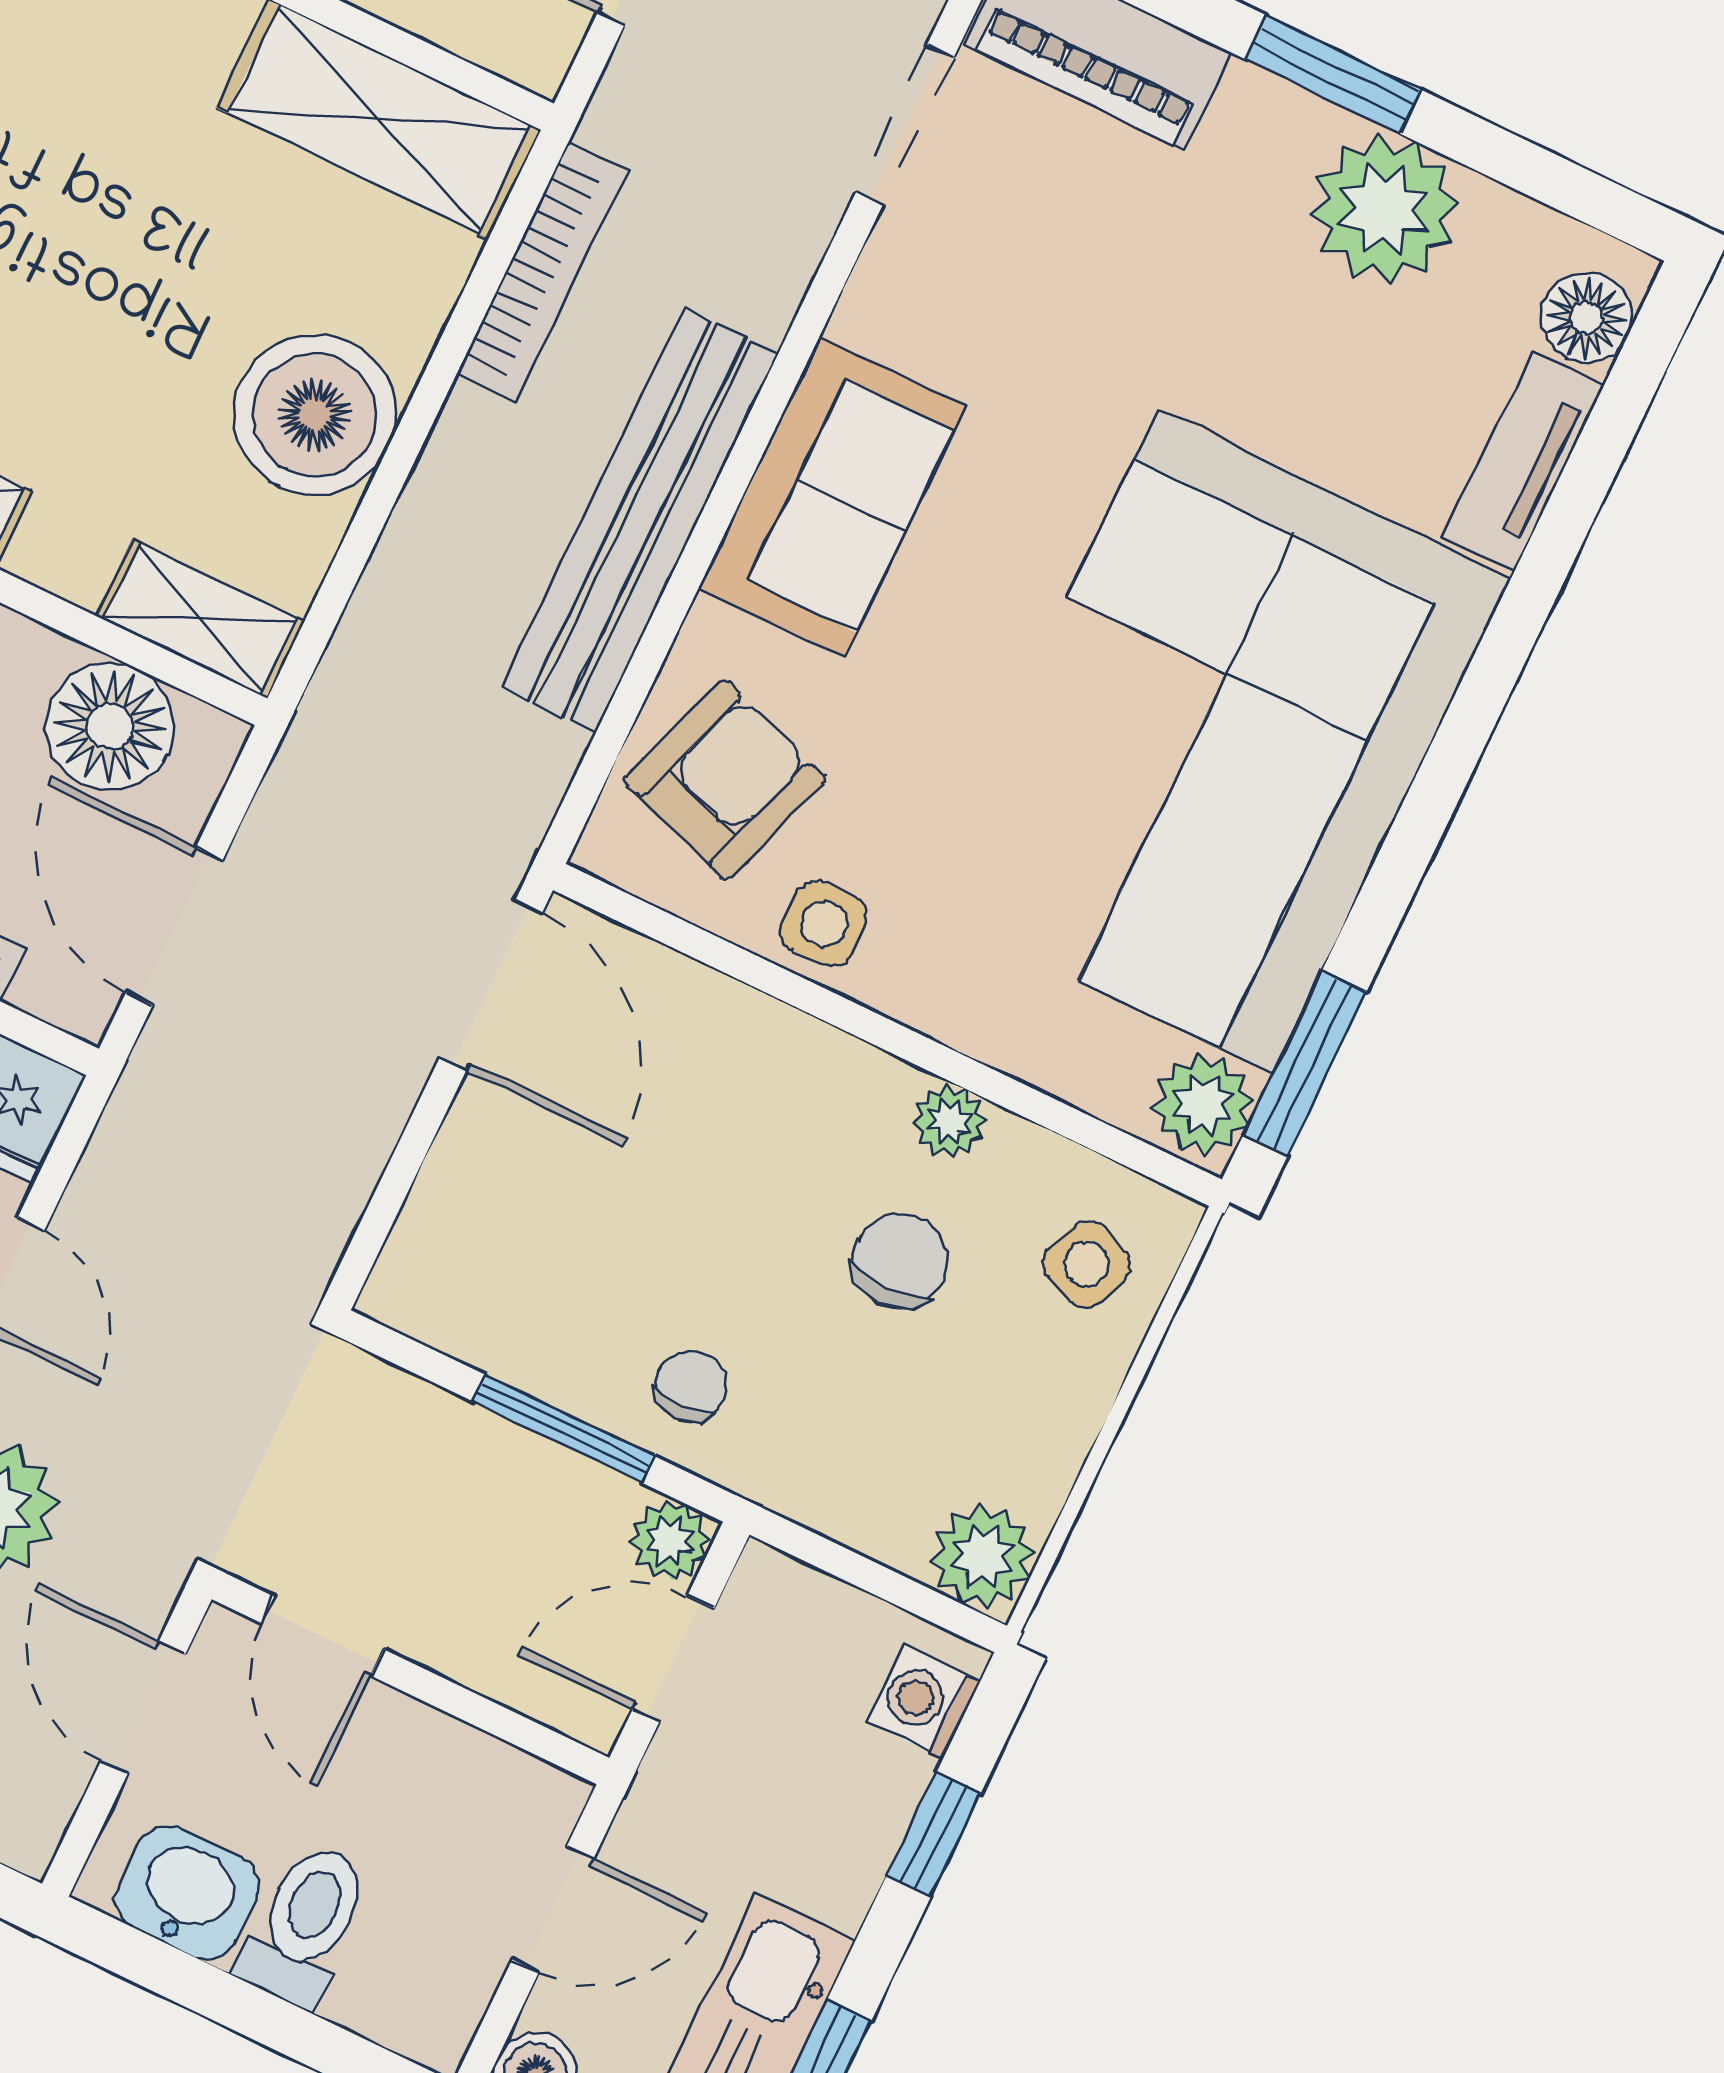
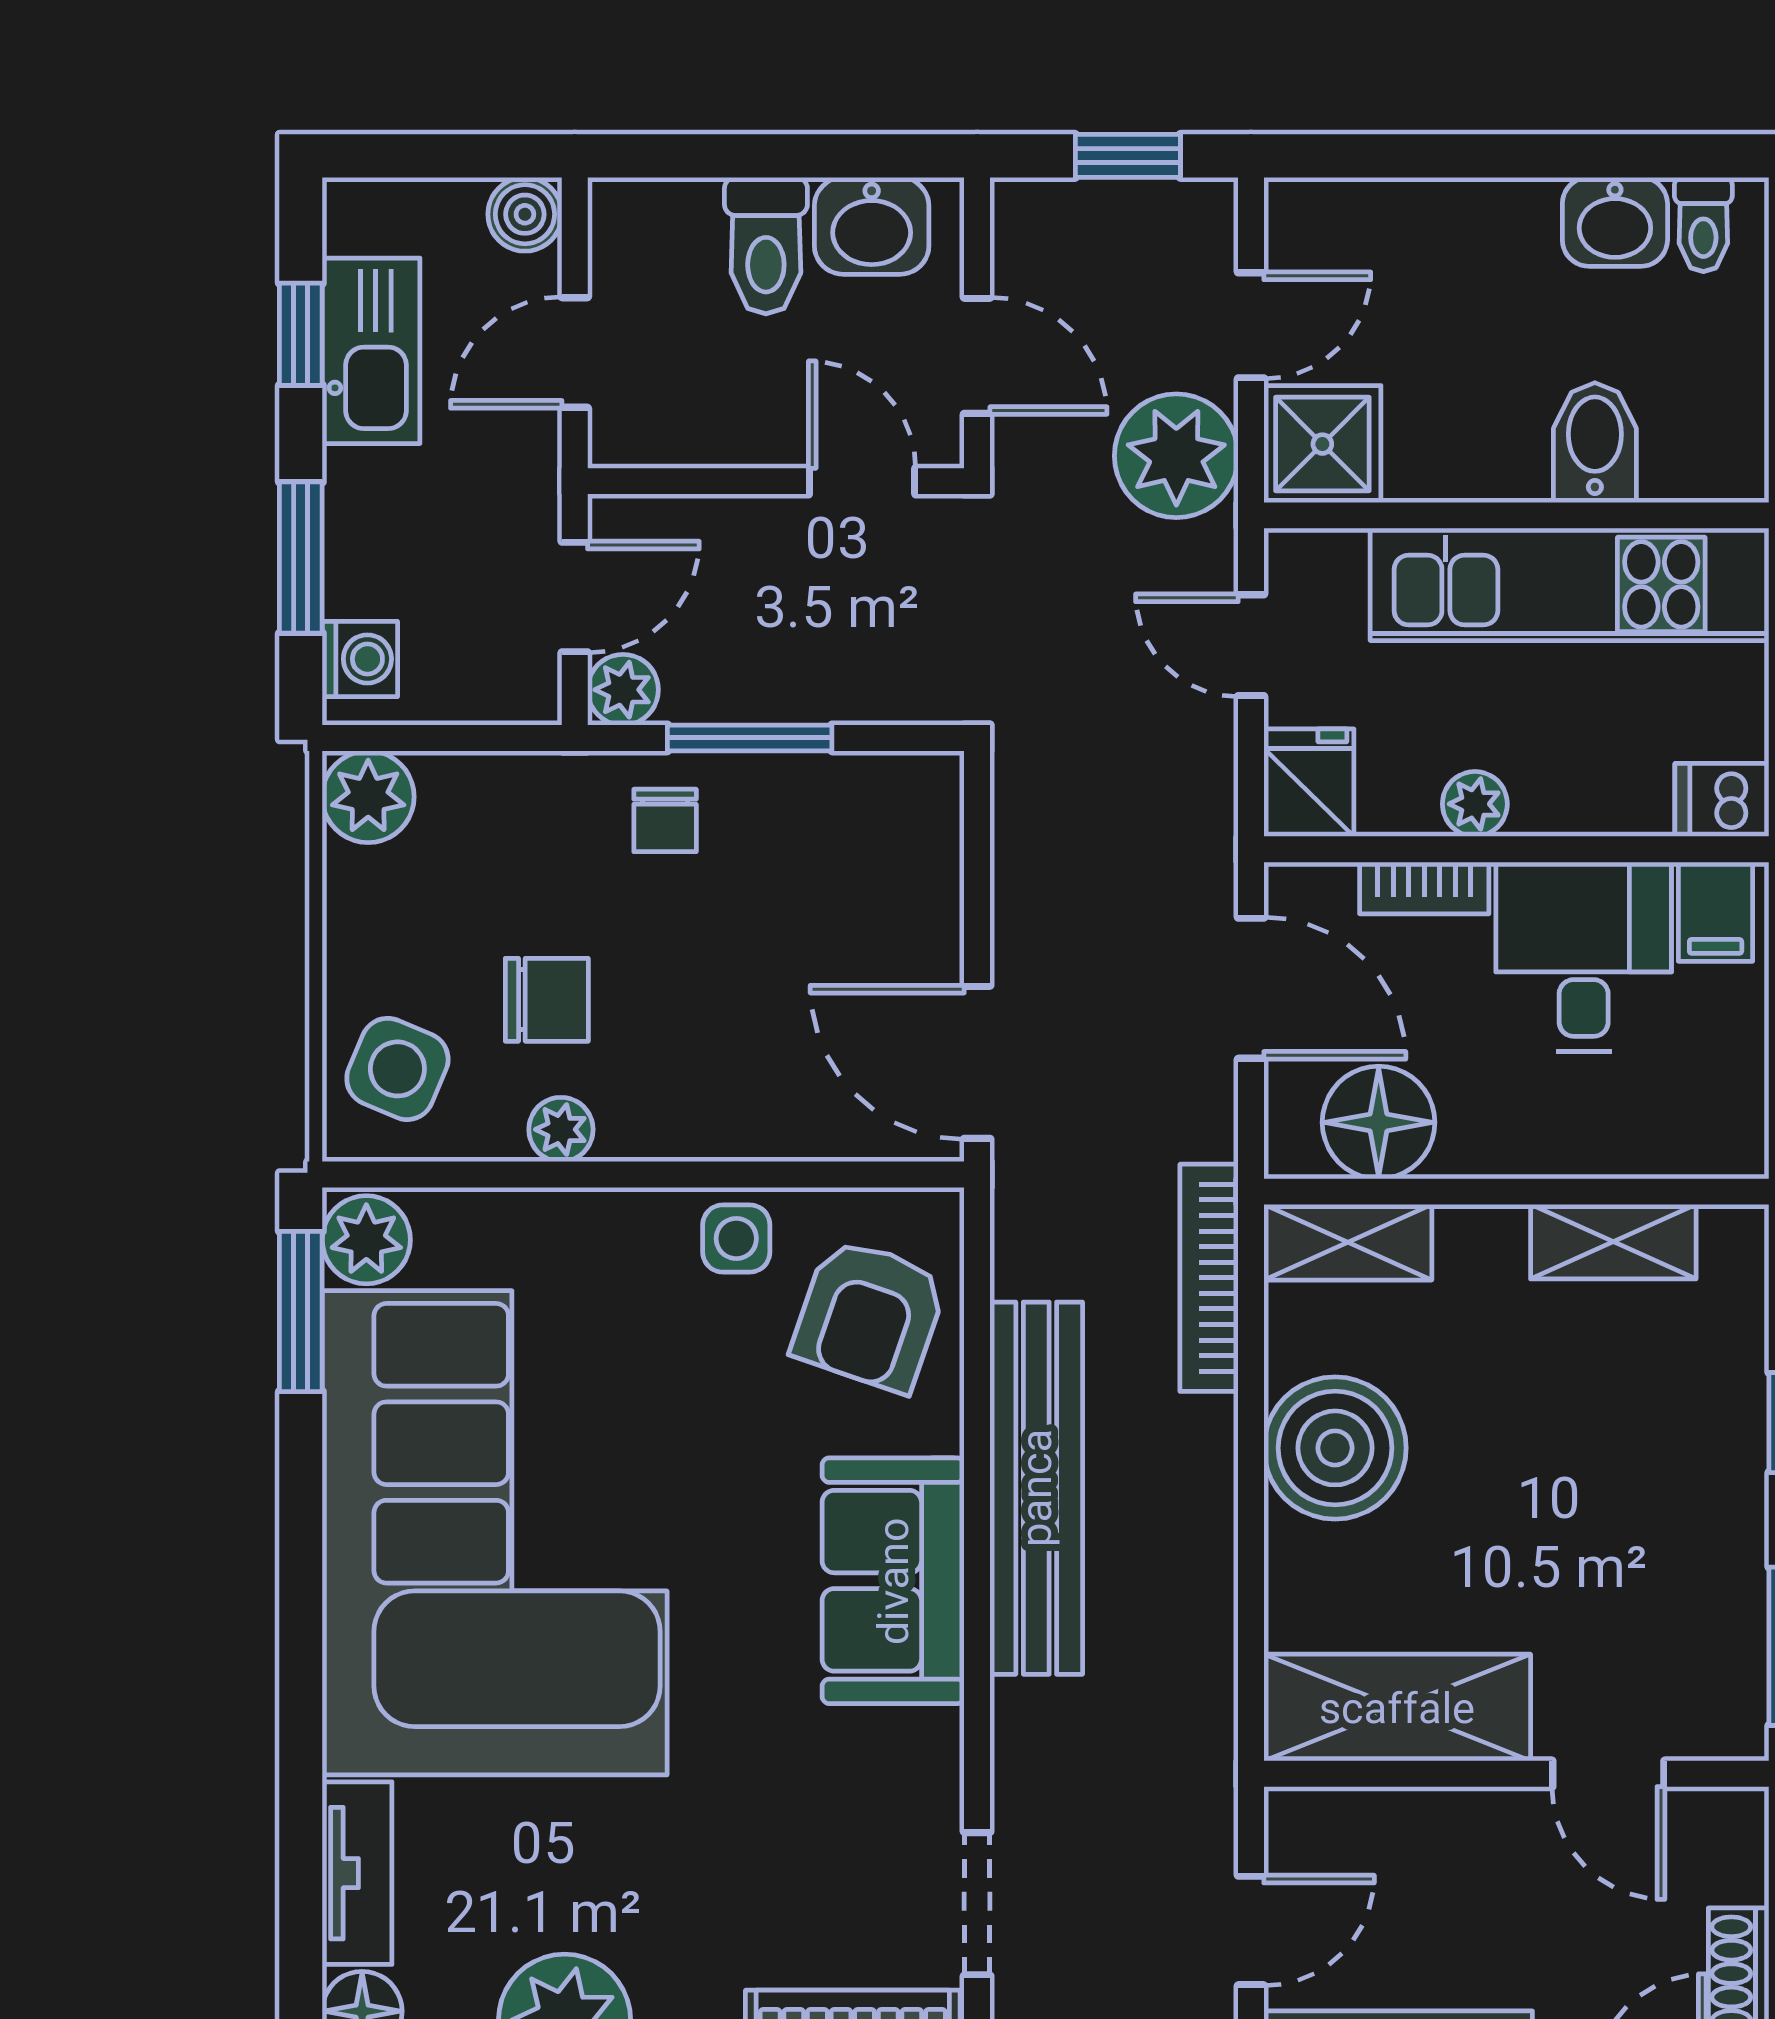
bookcase: (542, 272) -> (1209, 1278), moved
chair: (900, 1261) -> (547, 1000), turned -90
side table: (1087, 1264) -> (397, 1069), width x1.37, depth x1.37
window: (934, 1834) -> (301, 558), width x1.50

